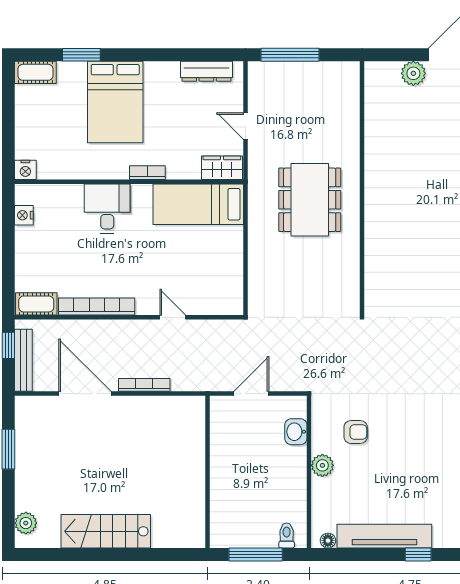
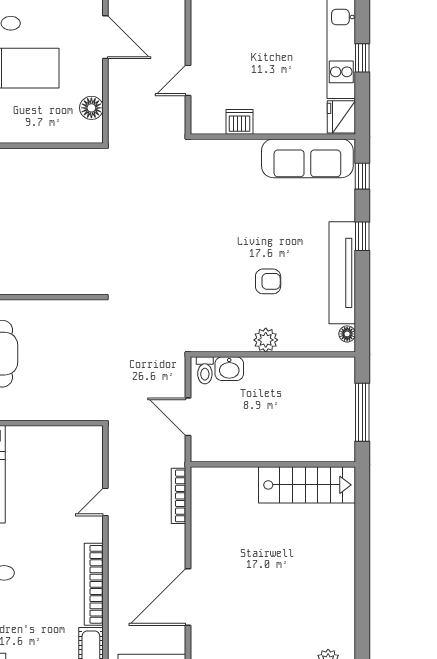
bookcase: (144, 385) -> (179, 496), moved
armchair: (356, 432) -> (268, 281), moved, turned 90
stairs: (106, 531) -> (307, 485), moved, turned -90
toilet: (287, 536) -> (205, 370), moved, turned -90

